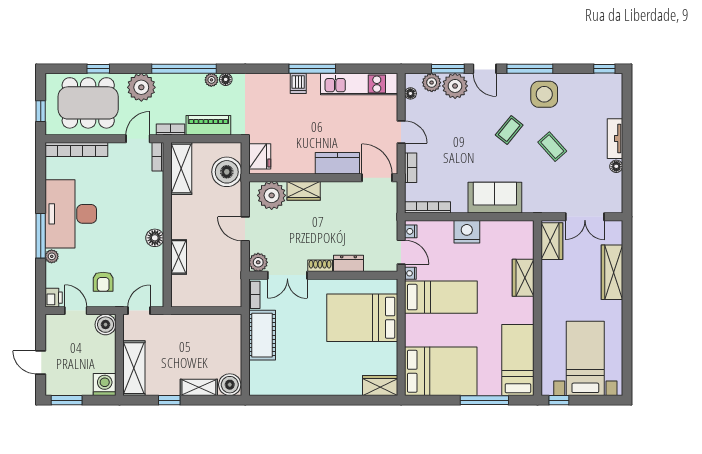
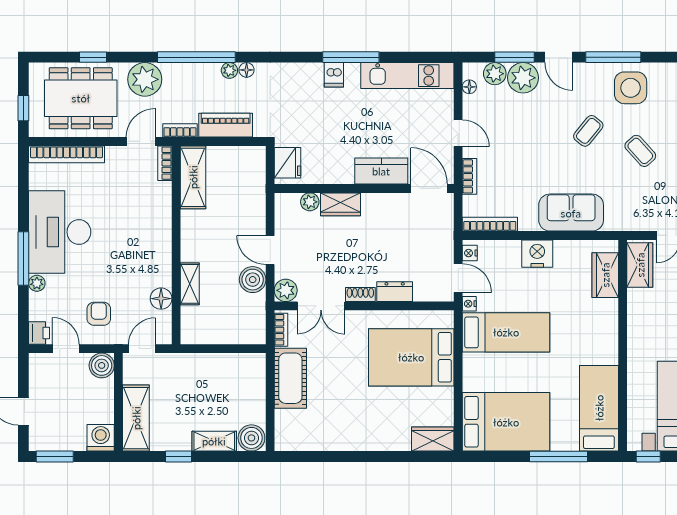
boiler: (227, 172) -> (253, 280), moved, width x0.73, depth x0.73
plant: (272, 195) -> (310, 202), width x0.53, depth x0.53
floor lamp: (155, 238) -> (161, 299), moved
wardrobe: (523, 278) -> (605, 275), moved
armchair: (103, 282) -> (99, 314), turned 180

